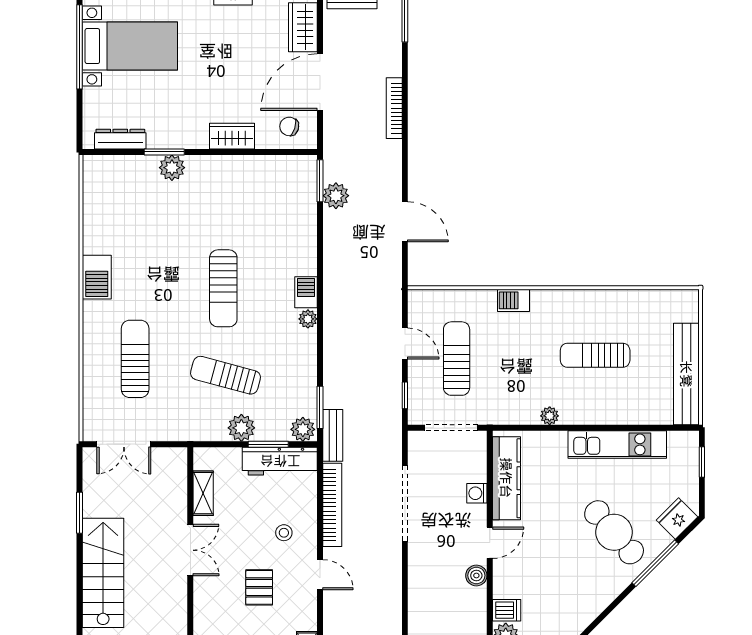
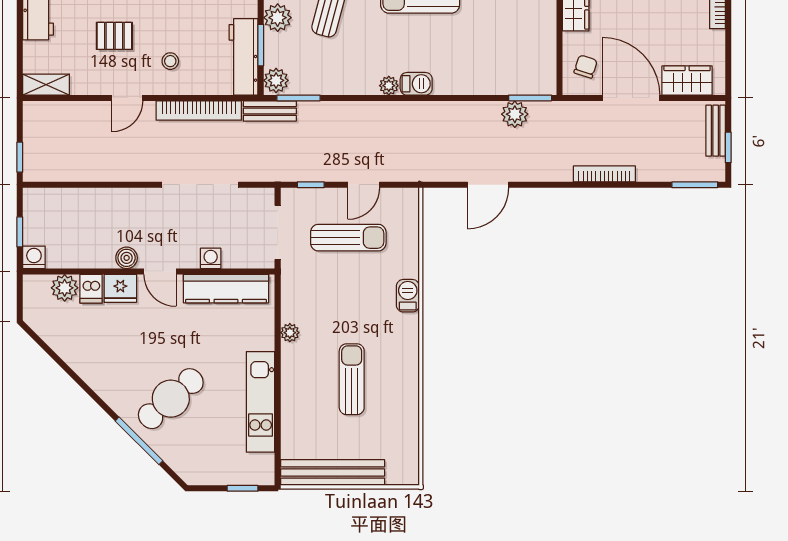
fridge: (677, 518) -> (120, 288), moved, turned 135

